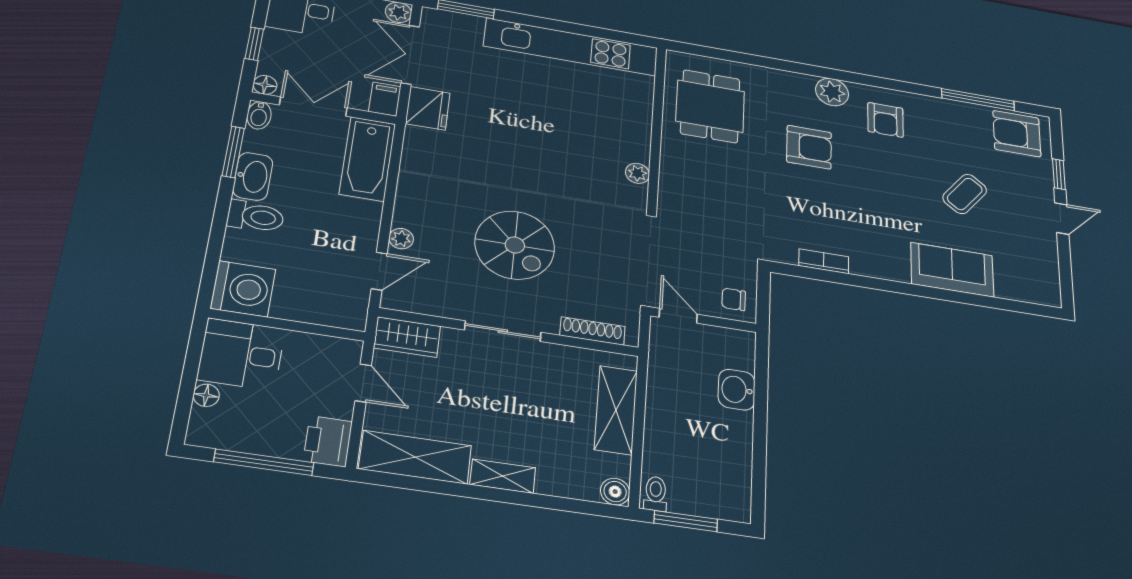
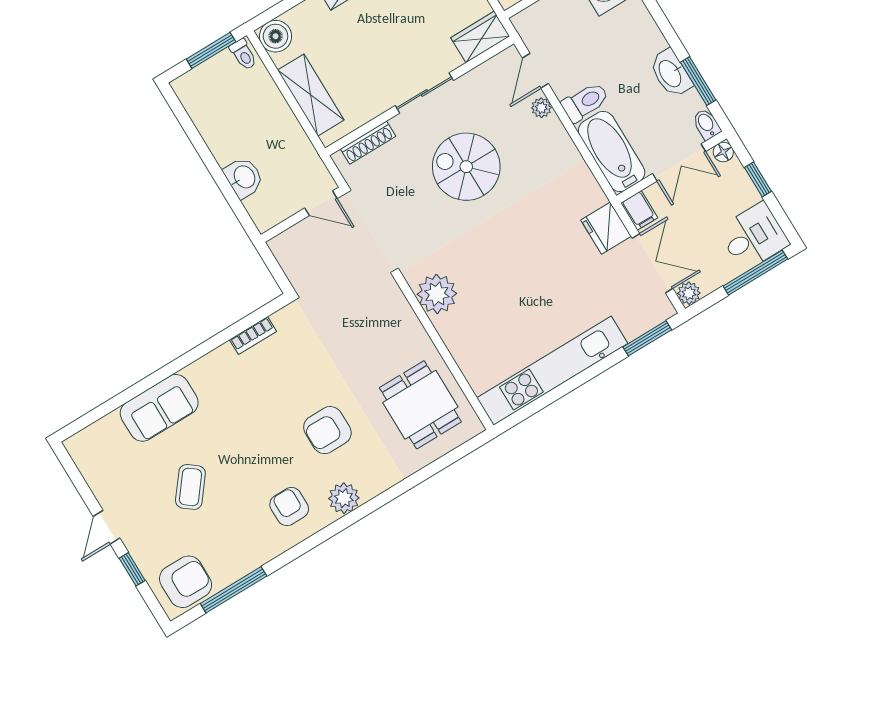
plant: (637, 173) -> (437, 294), width x1.88, depth x1.88
toilet: (256, 217) -> (585, 102), moved, turned 180
chair: (734, 299) -> (293, 249), removed
boiler: (615, 492) -> (276, 36), width x1.36, depth x1.36

